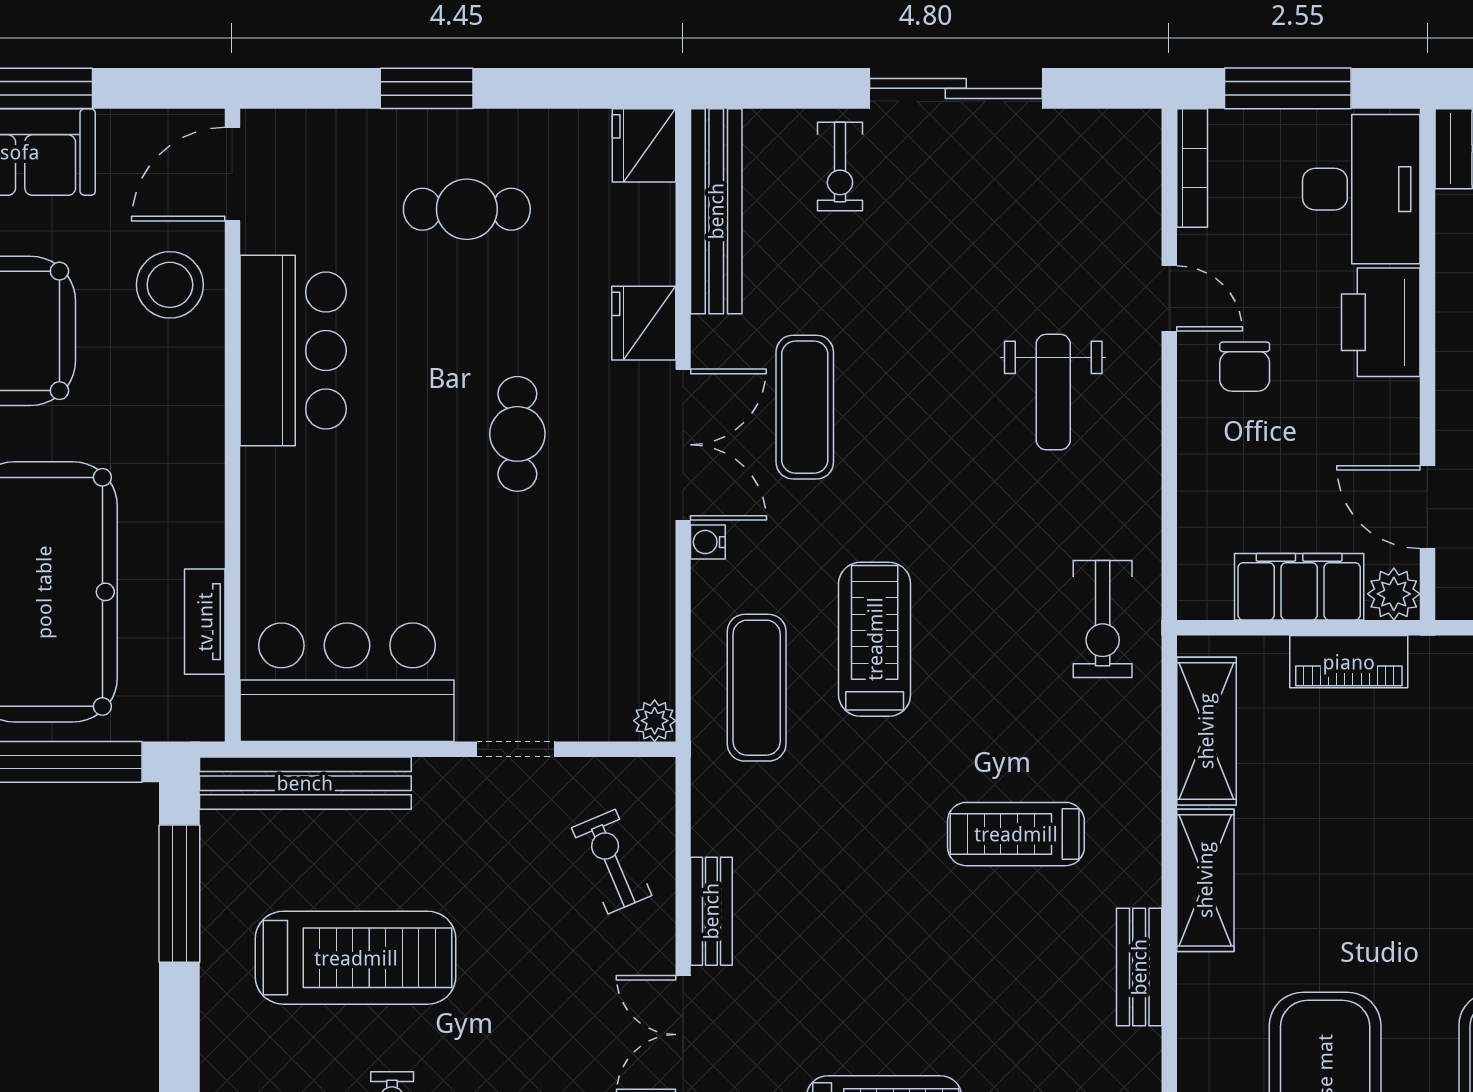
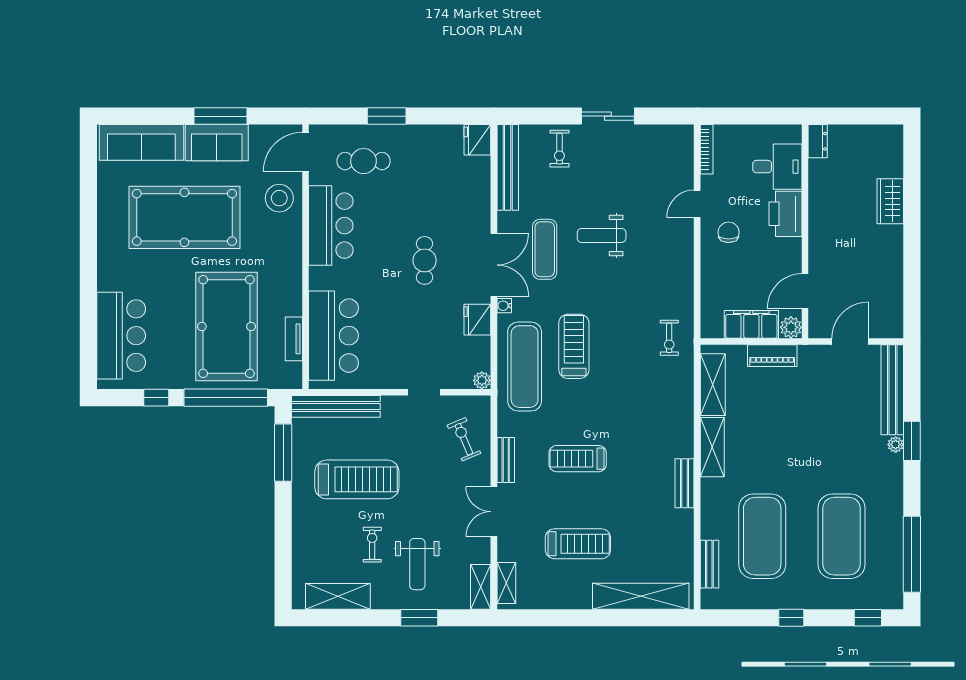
sliding door: (956, 88) -> (608, 116), width x0.73
window: (1288, 88) -> (747, 116), removed
desk: (1361, 189) -> (777, 167), width x0.73
cafe table: (467, 209) -> (364, 161), moved
door: (1169, 298) -> (697, 204), swing flipped
fridge: (644, 323) -> (477, 320), moved
chair: (1245, 367) -> (729, 232), turned 180
weight bench: (1053, 392) -> (602, 235), moved, turned 90
door: (1428, 507) -> (805, 291), hinge flipped
exercise bike: (1103, 619) -> (669, 338), width x0.73, depth x0.72
bar counter: (347, 682) -> (333, 336), moved, turned 90
exercise mat: (757, 688) -> (525, 367), width x1.36, depth x1.45
treadmill: (1016, 834) -> (578, 459), moved

